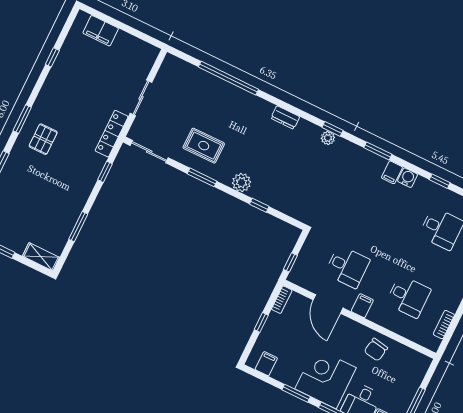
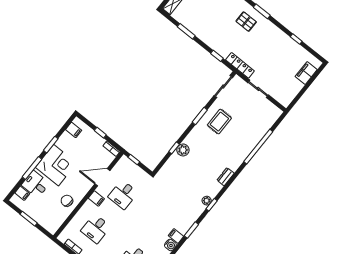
plant: (241, 182) -> (183, 150), moved

